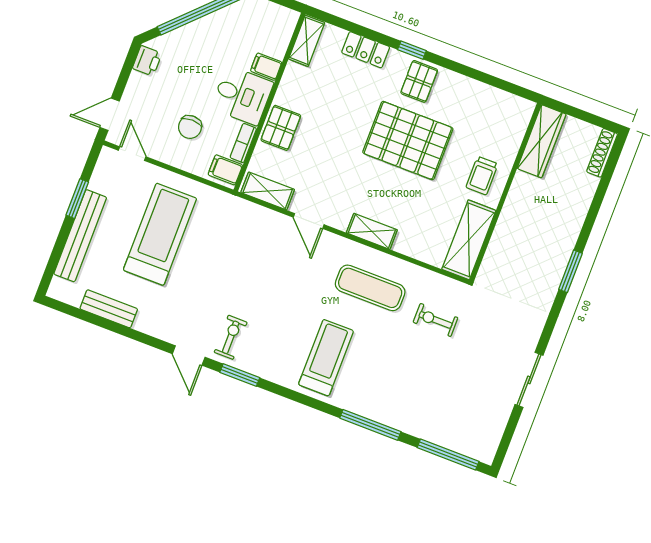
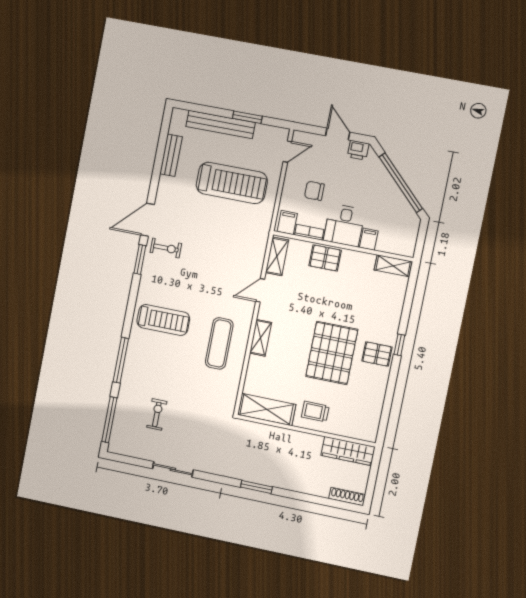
locker: (366, 50) -> (394, 311), removed
door: (110, 114) -> (338, 134), moved
exercise bike: (436, 320) -> (157, 414), moved
door: (189, 355) -> (147, 220), width x1.38

